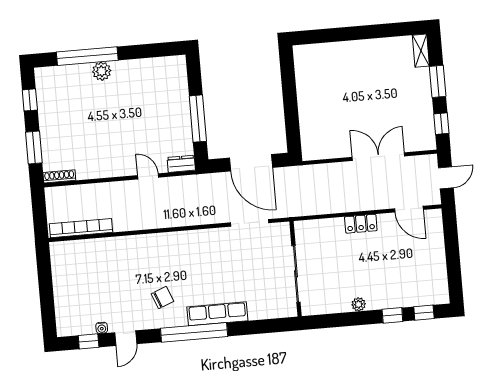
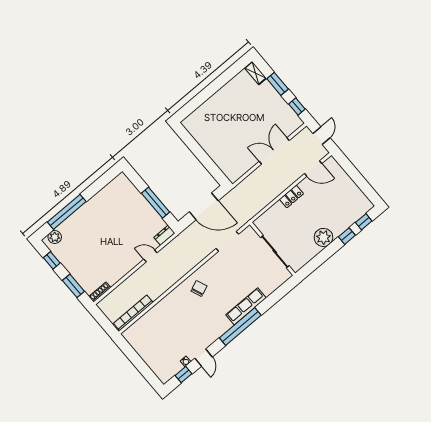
plant: (102, 71) -> (55, 237), moved
chair: (162, 298) -> (199, 288), moved
plant: (359, 304) -> (323, 237), width x1.87, depth x1.87

